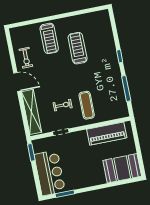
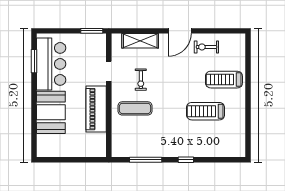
treadmill: (78, 48) -> (206, 111), turned 180
shelving: (31, 112) -> (140, 41), width x0.68
piano: (107, 134) -> (96, 109), moved
booth: (122, 168) -> (51, 112), moved
bar counter: (50, 173) -> (51, 64), moved, turned -90

